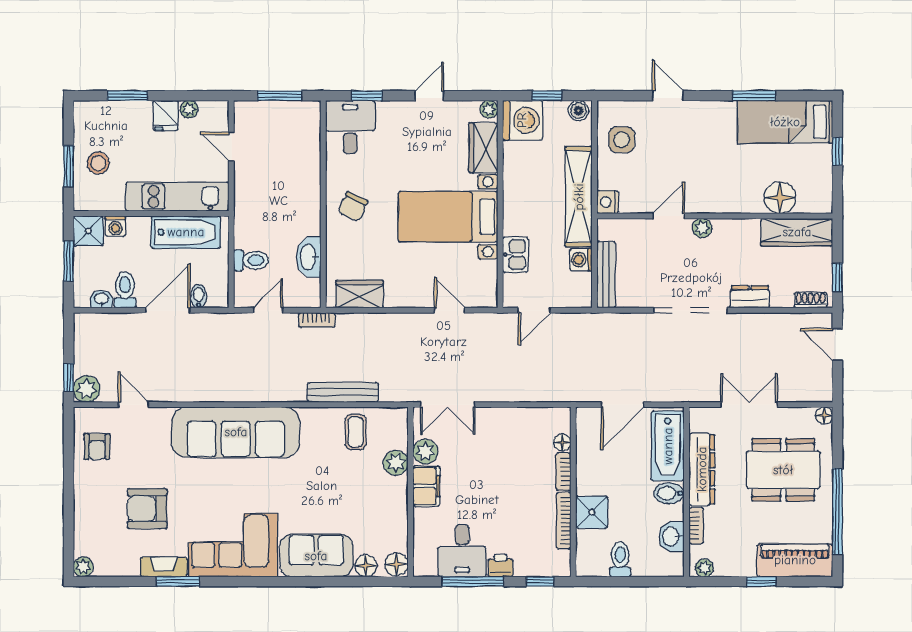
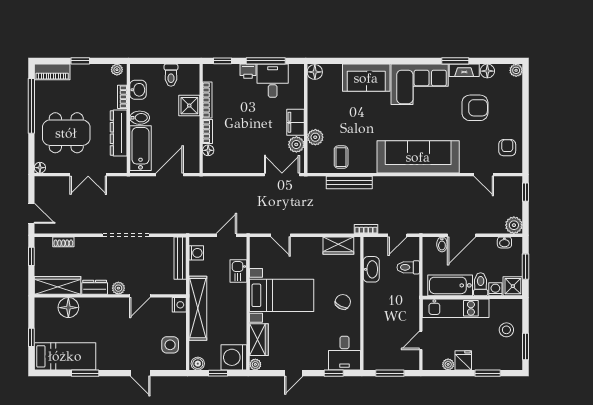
door: (231, 147) -> (421, 340), swing flipped
window: (69, 166) -> (526, 347), moved
washing machine: (581, 260) -> (196, 253), moved
toilet: (125, 290) -> (481, 284), moved, turned 180
dresser: (750, 297) -> (95, 287), moved, turned 180
shoe rack: (811, 300) -> (63, 242), moved
plant: (87, 389) -> (514, 225), moved
piano: (795, 560) -> (52, 72), width x0.73, depth x0.75
floor lamp: (366, 566) -> (487, 71), moved

